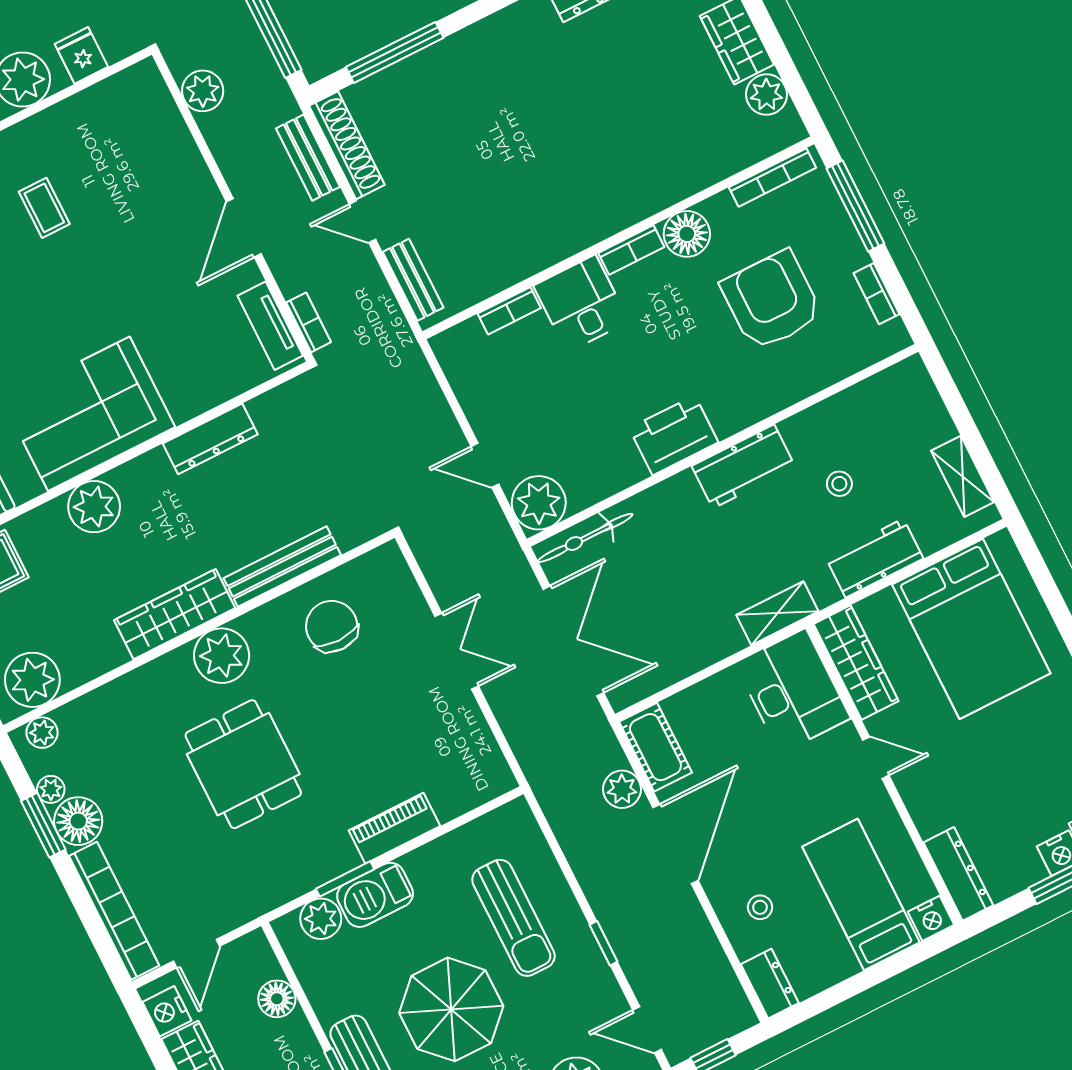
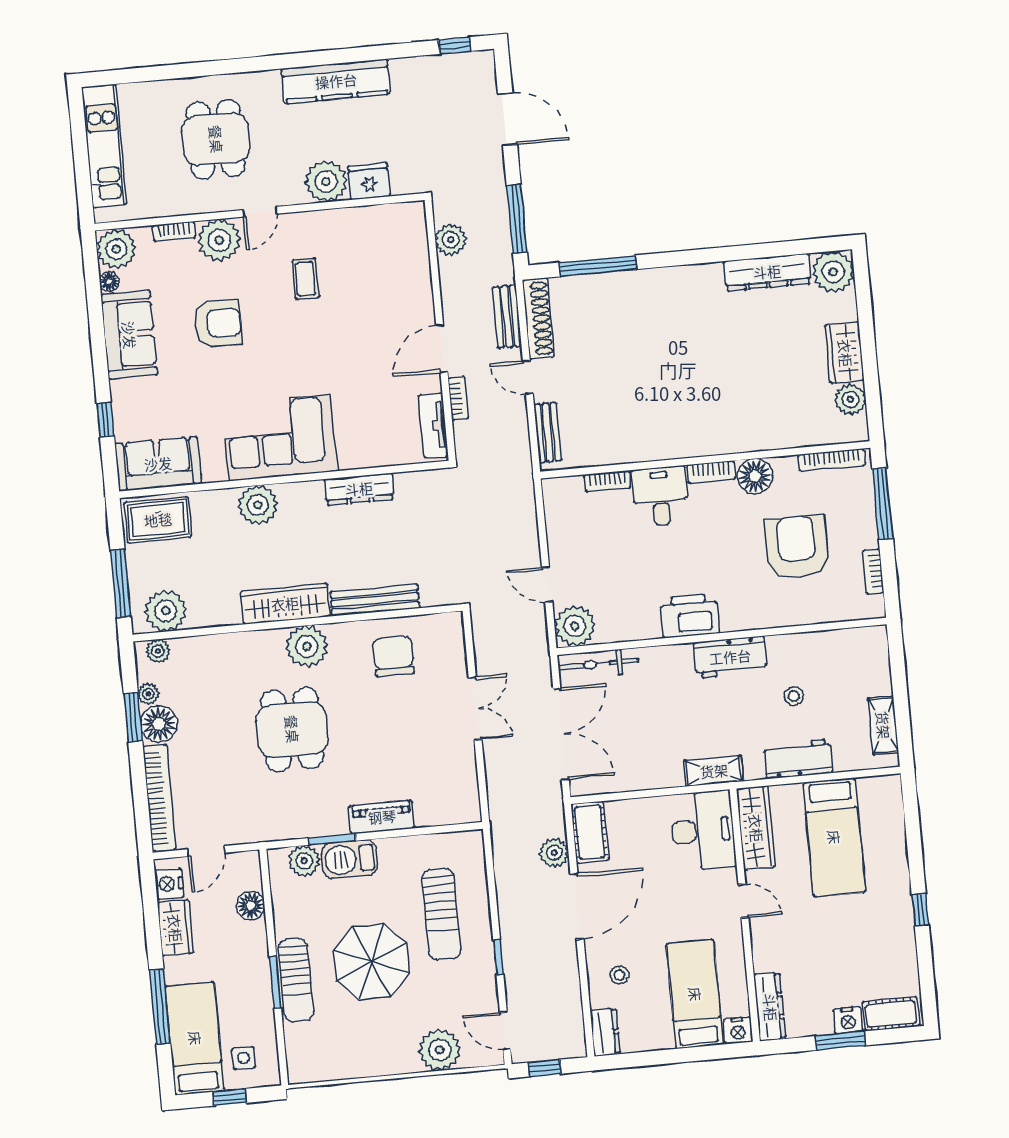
fridge: (81, 55) -> (369, 181), width x1.38
bookcase: (309, 322) -> (458, 398), moved
bed: (971, 629) -> (834, 837), width x0.67

